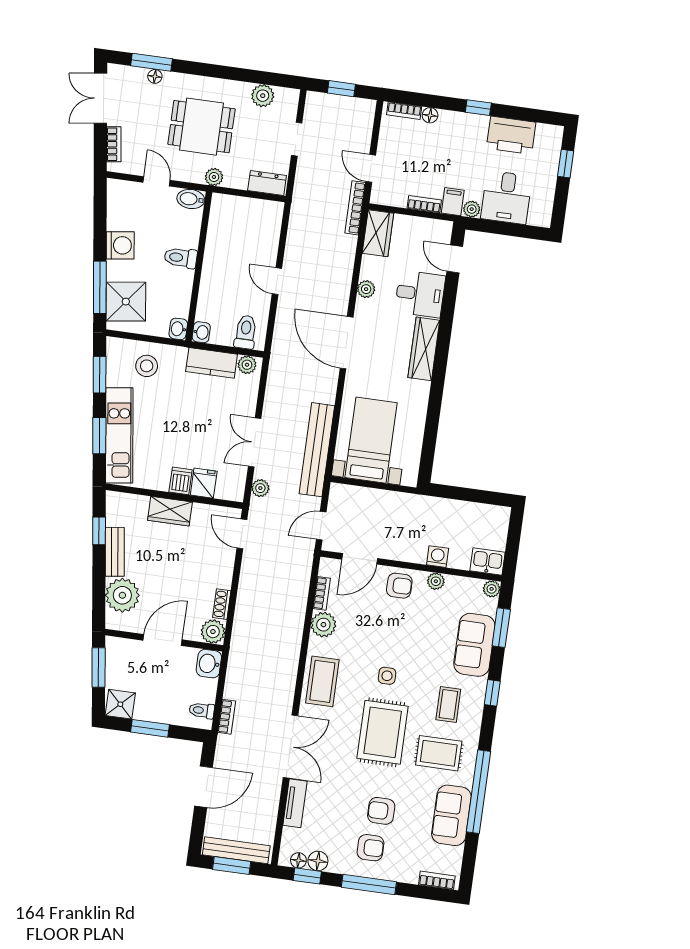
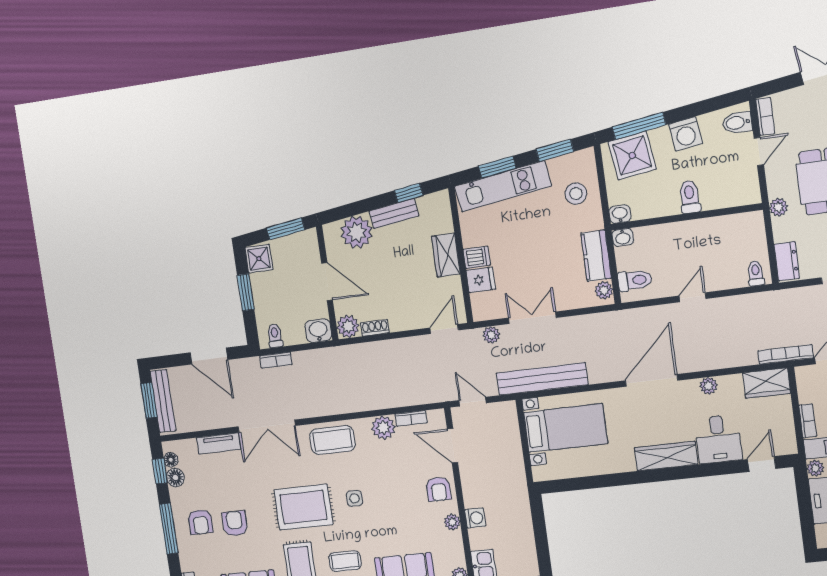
bookcase: (114, 144) -> (765, 116), moved, turned -82
bidet: (191, 199) -> (737, 123), moved, turned -90
toilet: (270, 215) -> (756, 273), added

